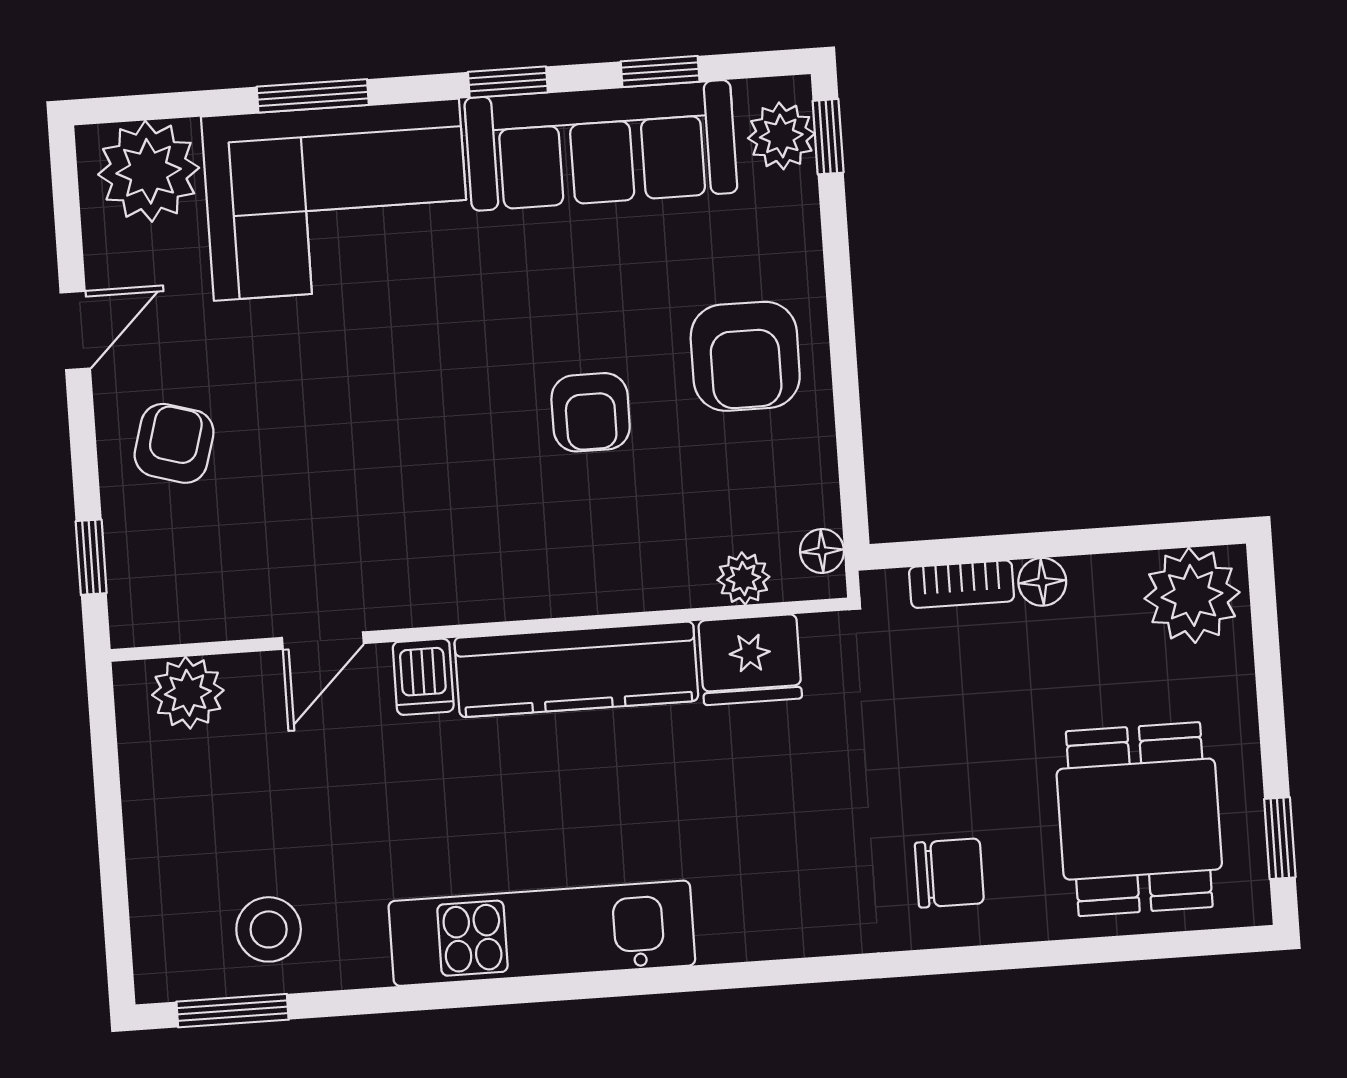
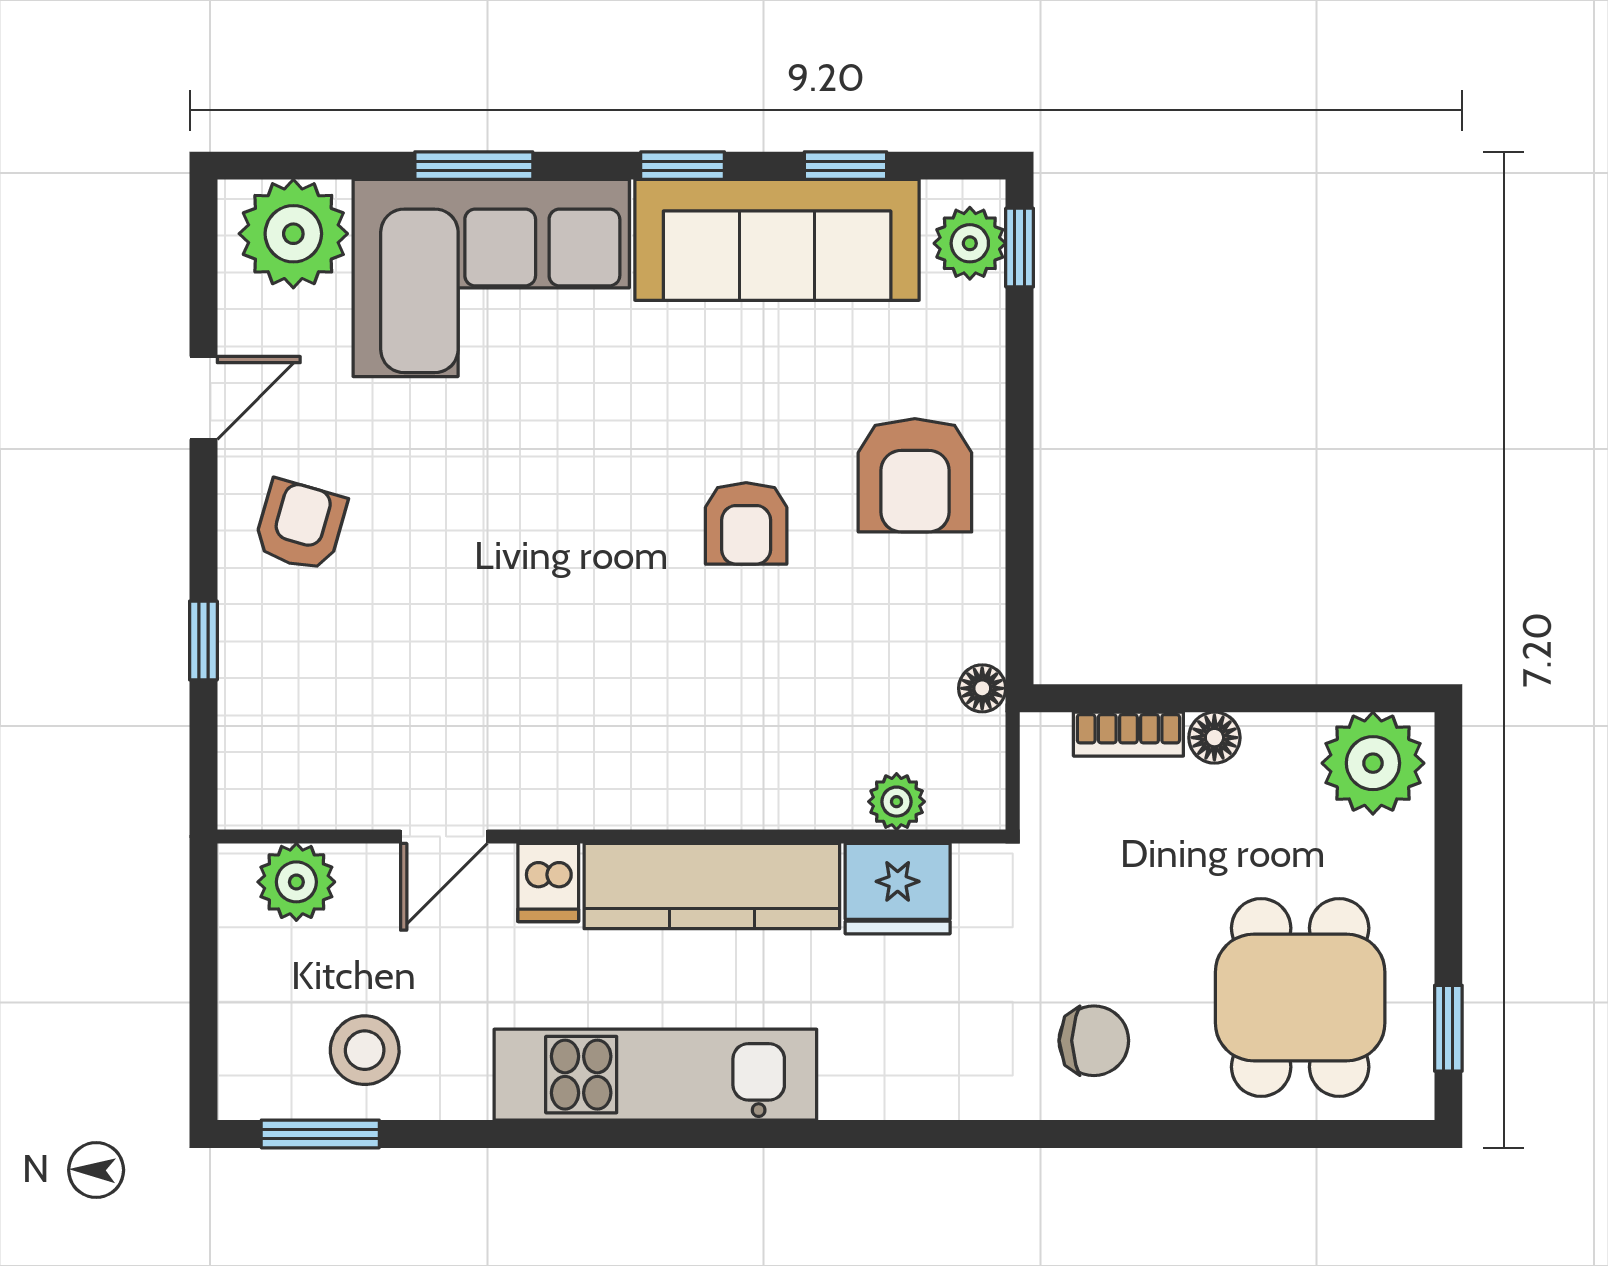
plant: (743, 578) -> (897, 802), moved
wall: (479, 630) -> (612, 837), moved
door: (323, 641) -> (444, 837), moved
fridge: (750, 660) -> (898, 889), moved
kitchen counter: (576, 669) -> (712, 886), moved
dishwasher: (423, 677) -> (548, 883), moved
plant: (188, 693) -> (296, 882), moved

